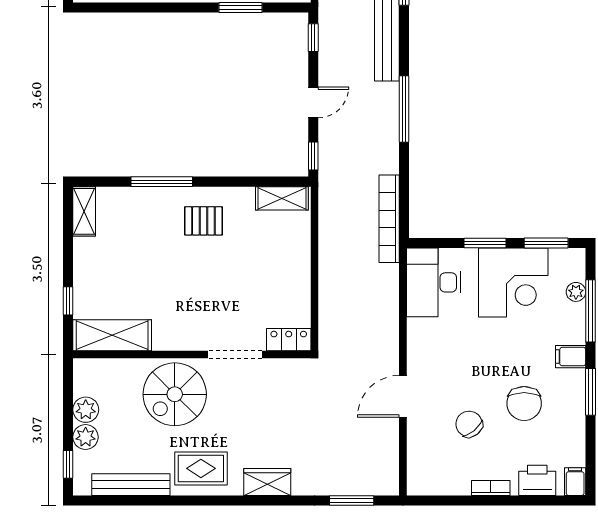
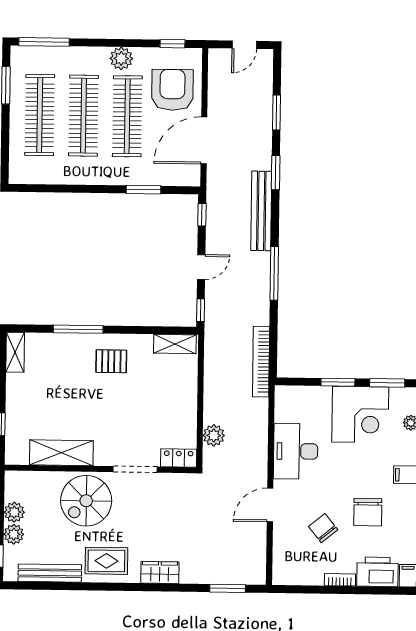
desk: (434, 282) -> (296, 451), moved
plant: (332, 311) -> (214, 435), added
shelving: (112, 335) -> (61, 453), moved
printer: (537, 480) -> (378, 572), width x1.37, depth x1.19

